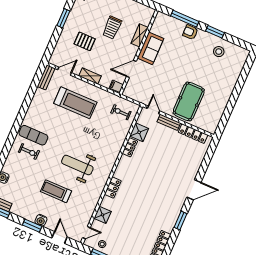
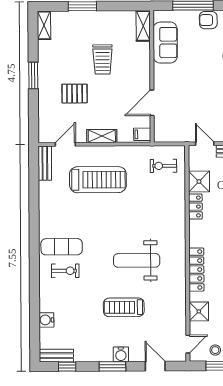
shelving: (140, 35) -> (143, 26), moved
sofa: (151, 48) -> (165, 43), moved
locker: (113, 188) -> (196, 270), width x1.53

